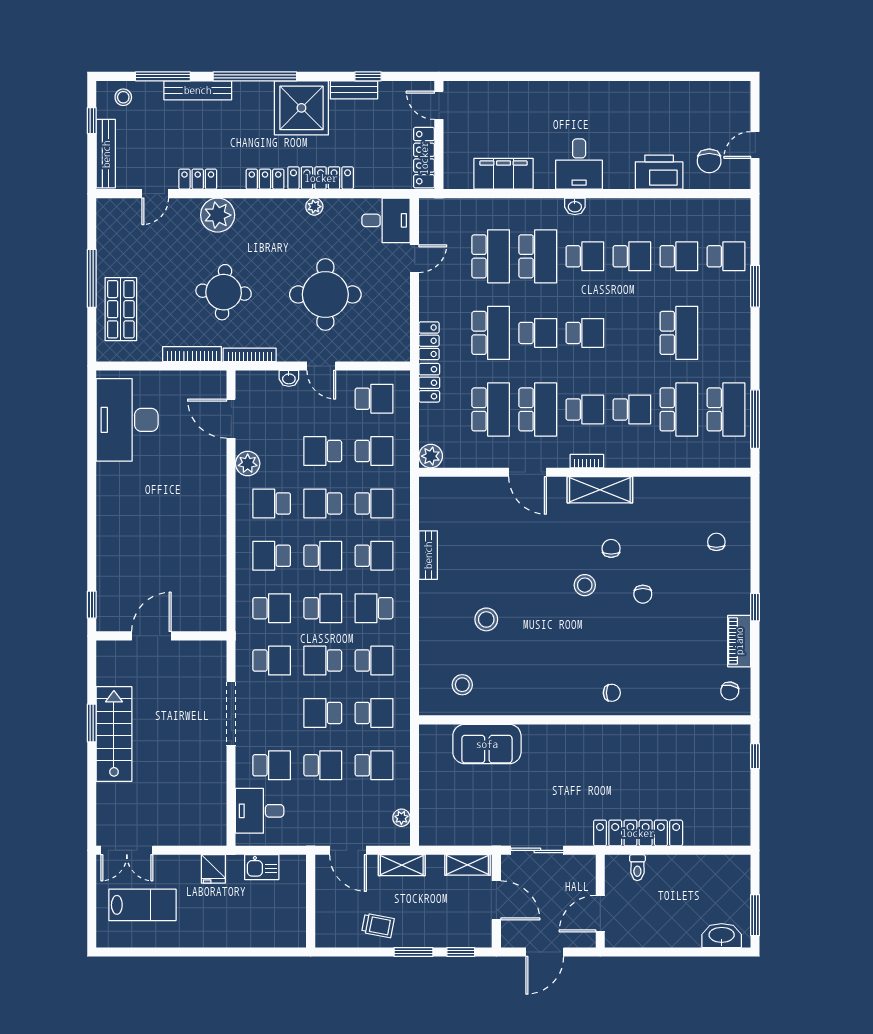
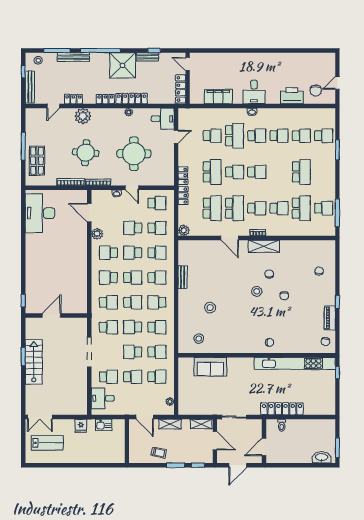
school desk: (491, 256) -> (212, 136), width x0.54
school desk: (726, 409) -> (324, 208), width x0.54
kitchen unit: (665, 737) -> (295, 363), added

